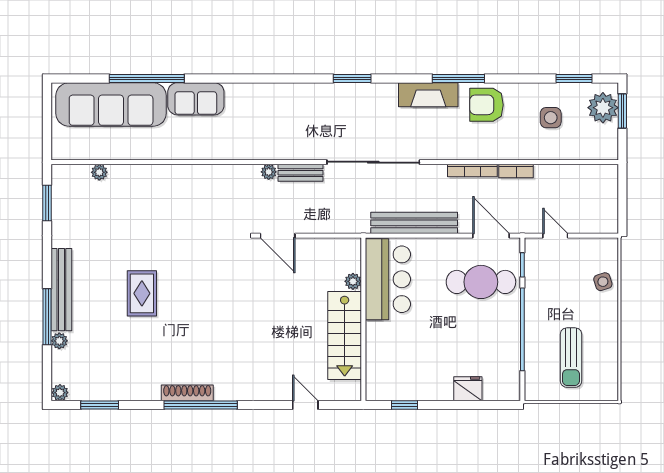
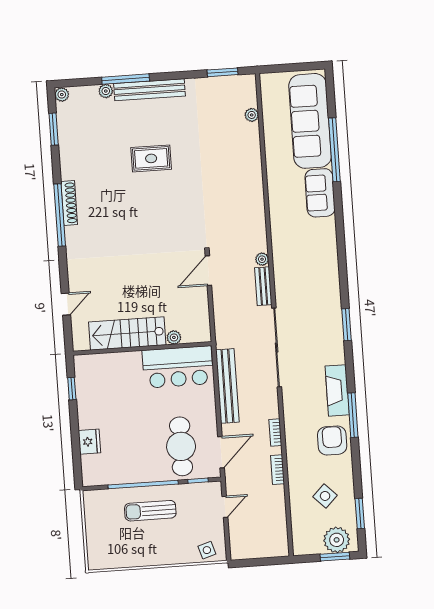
side table: (551, 118) -> (325, 496), turned 45
bookcase: (472, 171) -> (275, 432), width x0.64
side table: (603, 282) -> (207, 550), moved
sun lounger: (571, 358) -> (150, 511), moved

